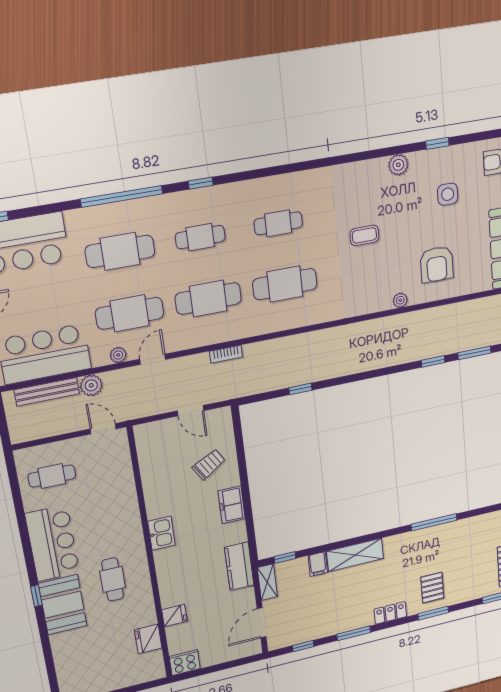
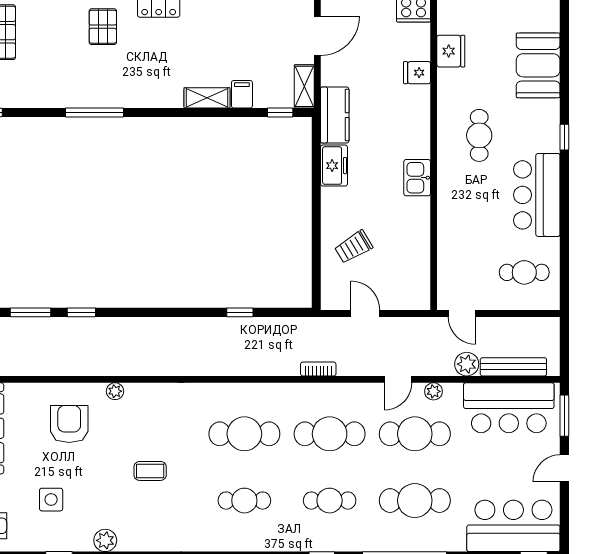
freezer: (232, 505) -> (334, 166), moved
shelving: (355, 555) -> (207, 98), width x0.67, depth x0.75
booth: (63, 605) -> (538, 65), moved

